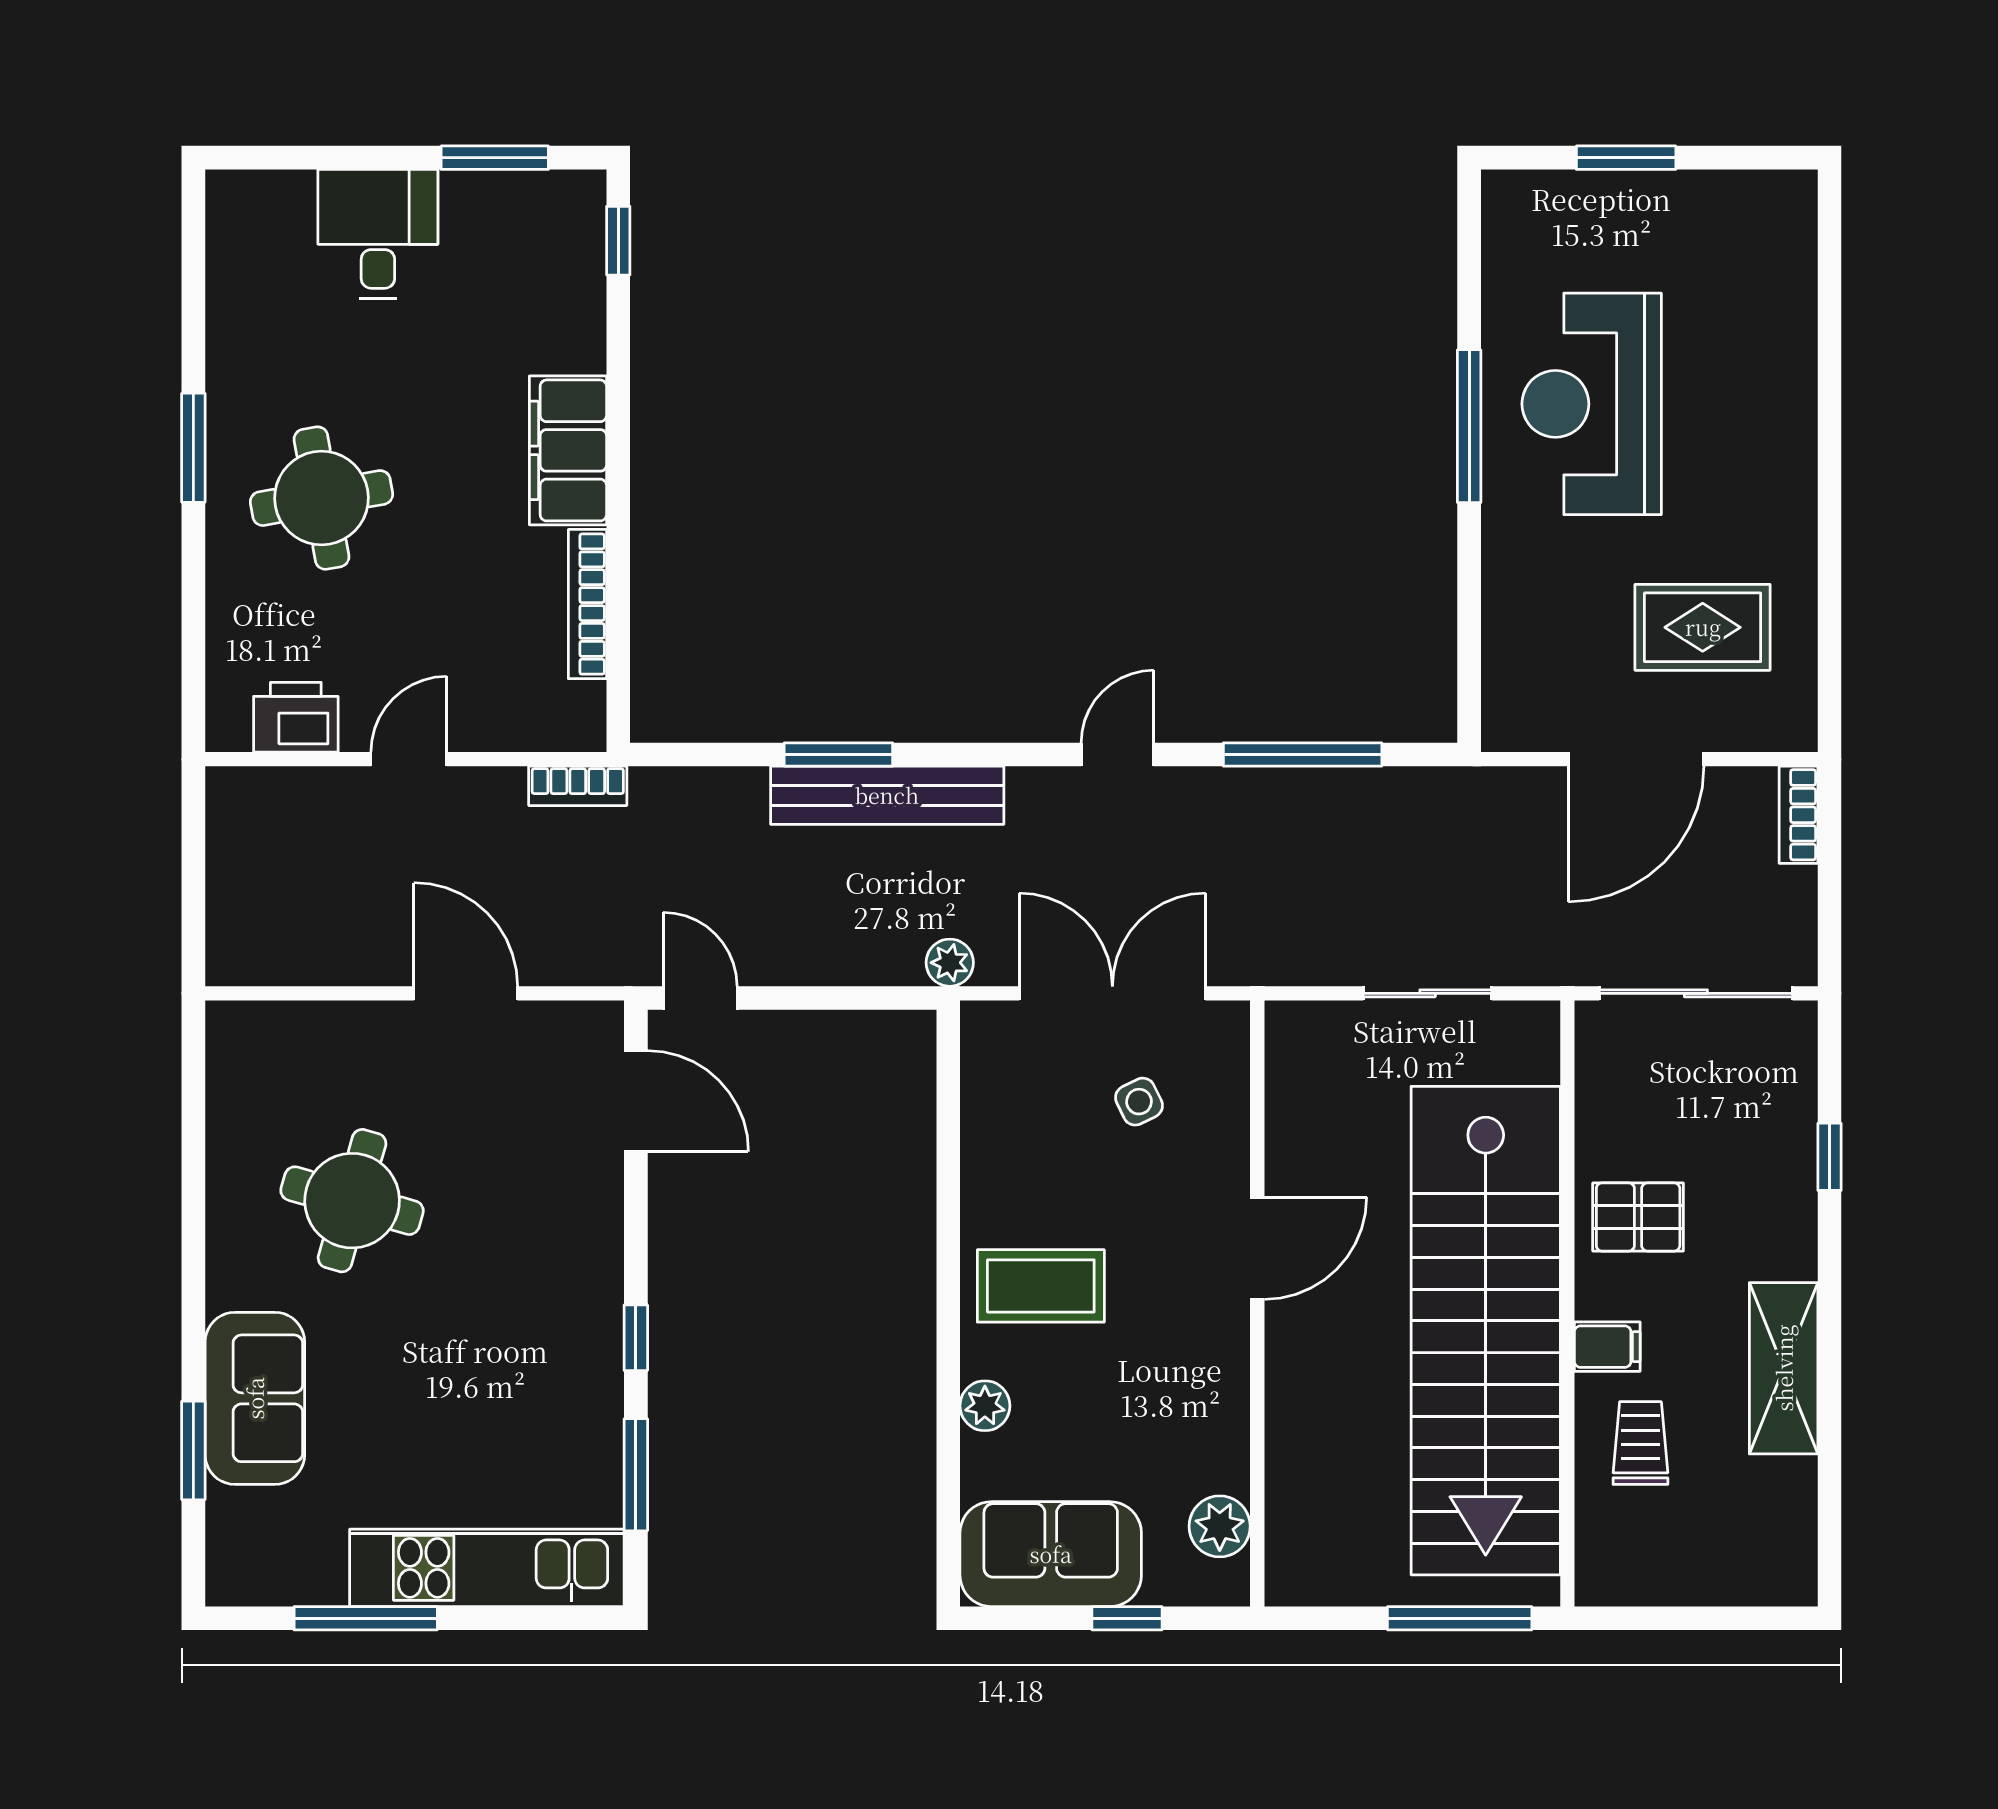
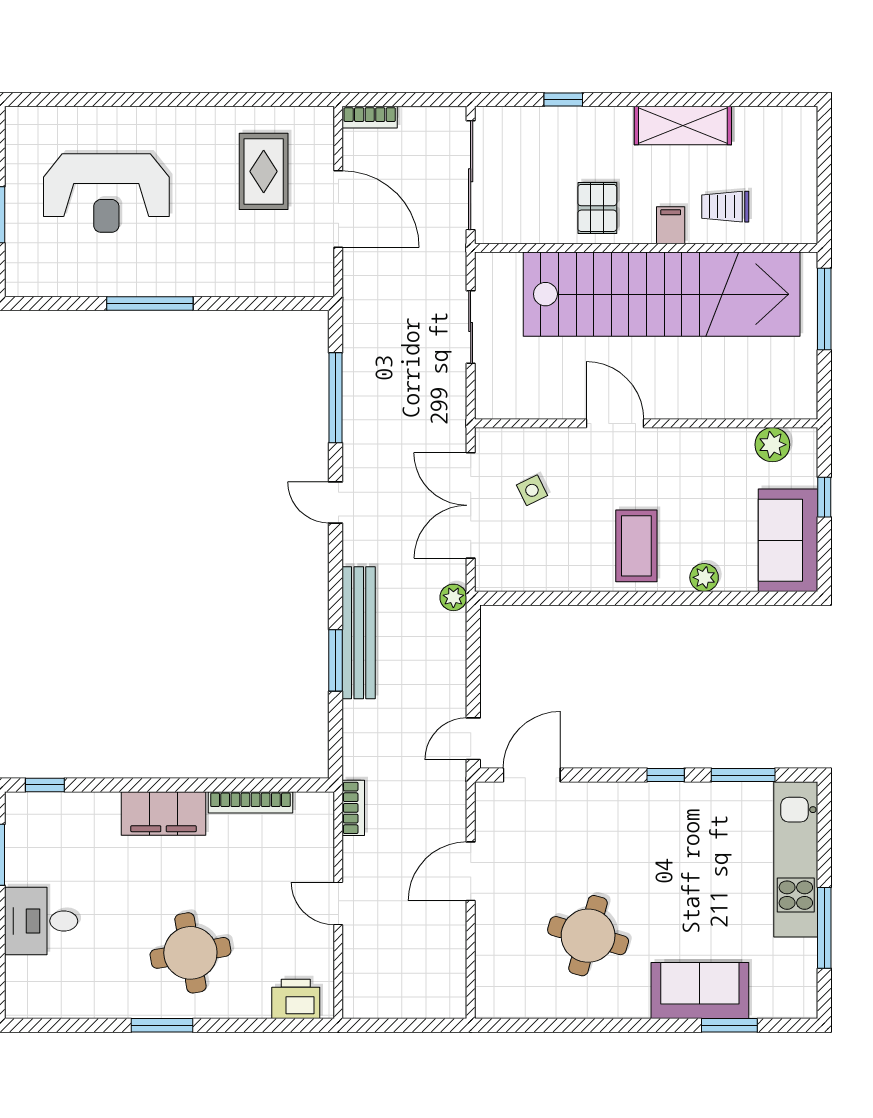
reception desk: (1592, 404) -> (106, 193), moved
printer: (296, 717) -> (296, 999), moved, turned 90

